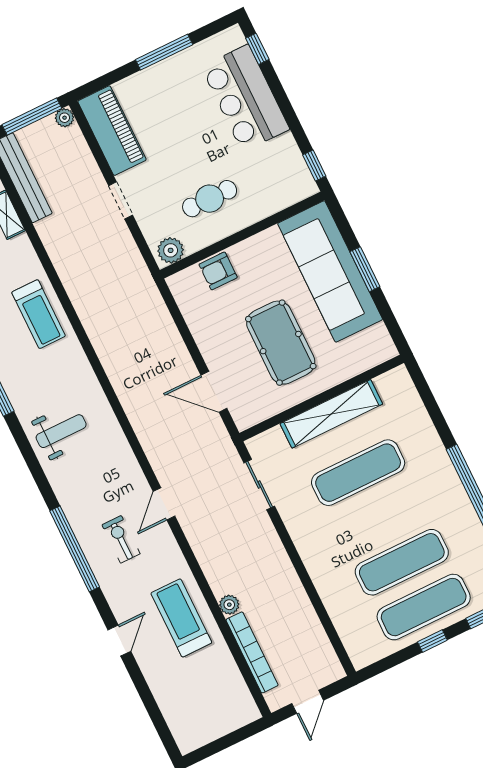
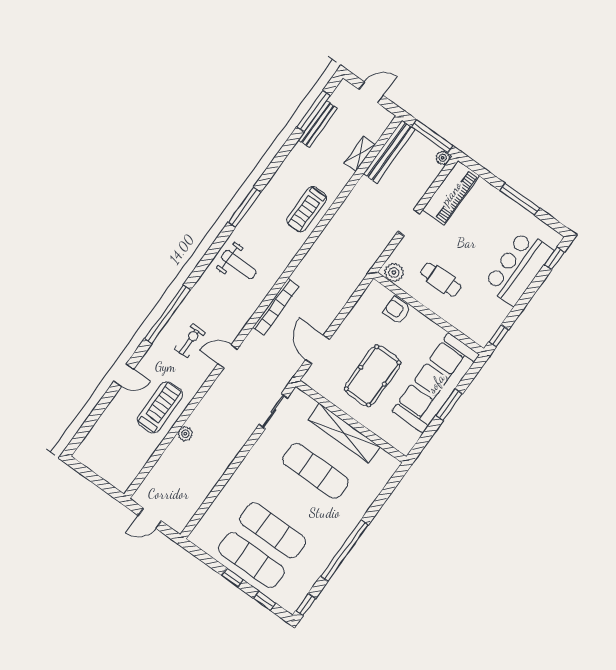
bookcase: (252, 652) -> (276, 307), moved

